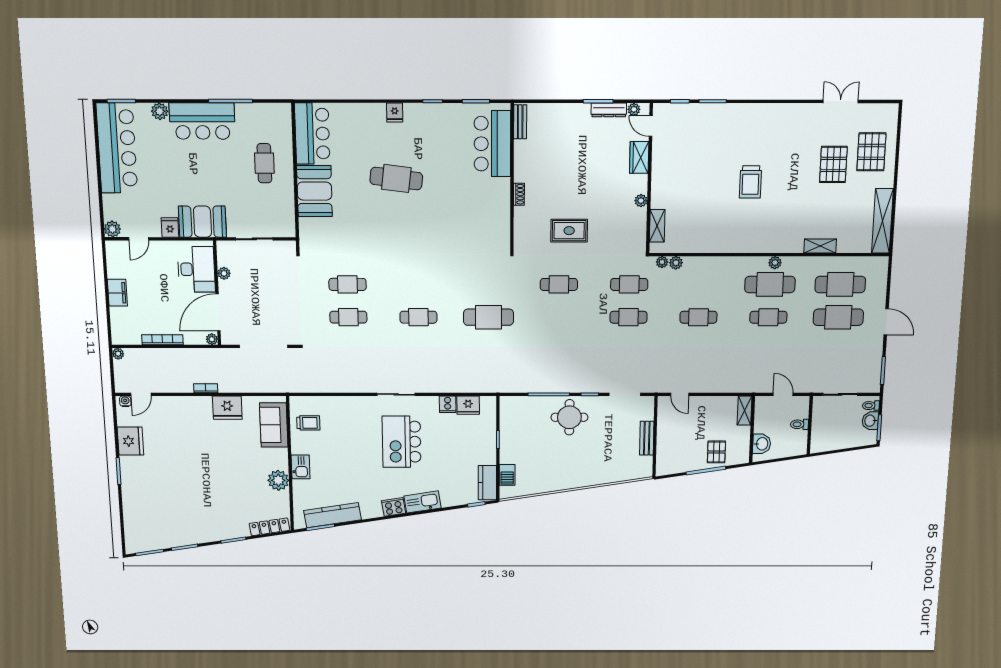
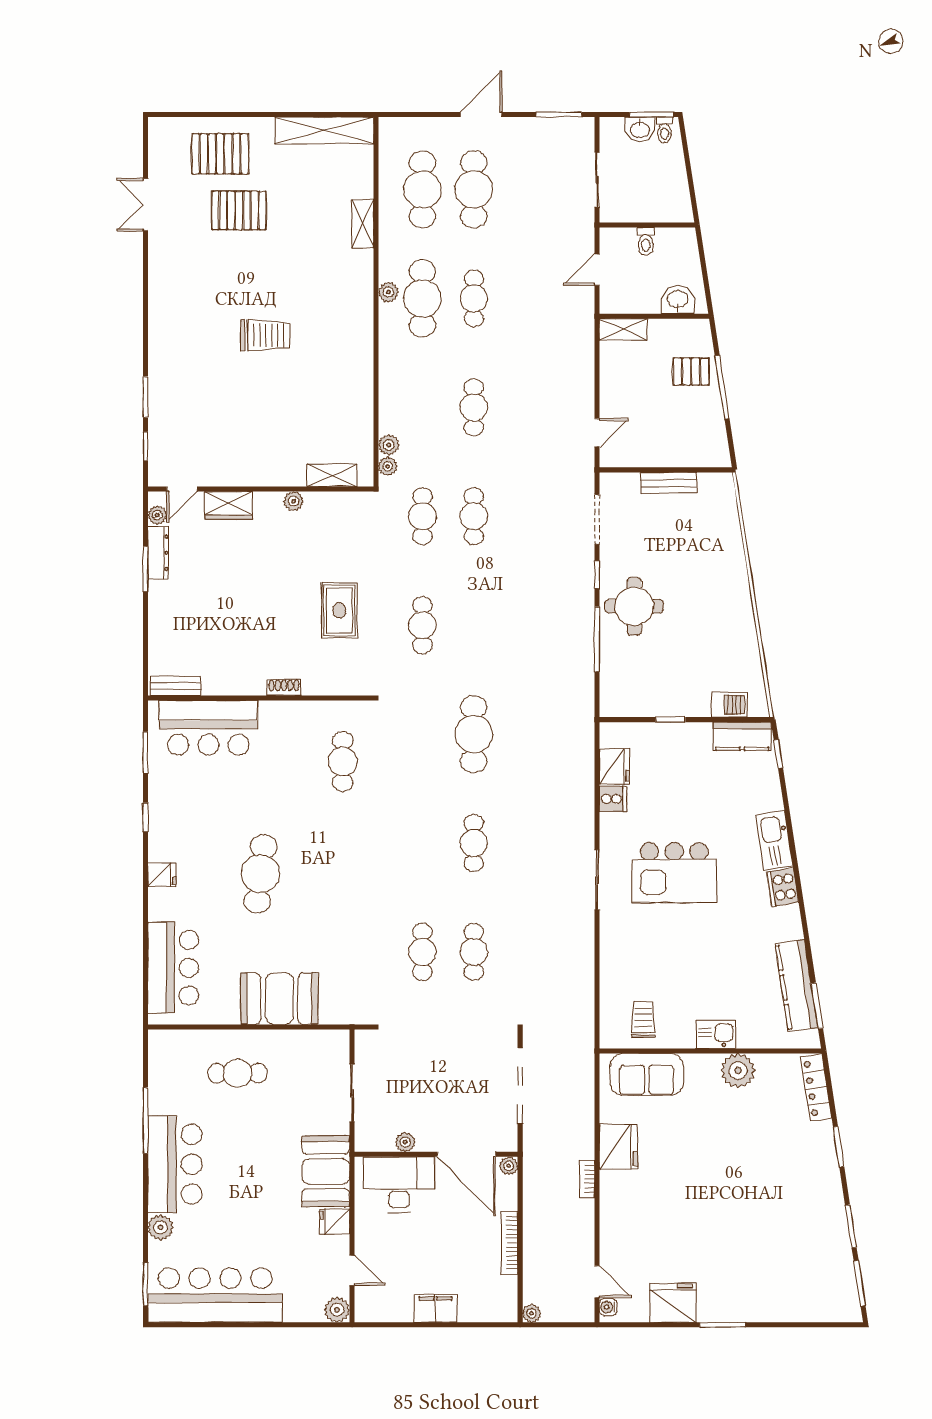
bar counter: (312, 134) -> (173, 968), moved, turned 90
cafe table: (471, 233) -> (343, 761), added
toilet: (871, 406) -> (664, 130), moved

